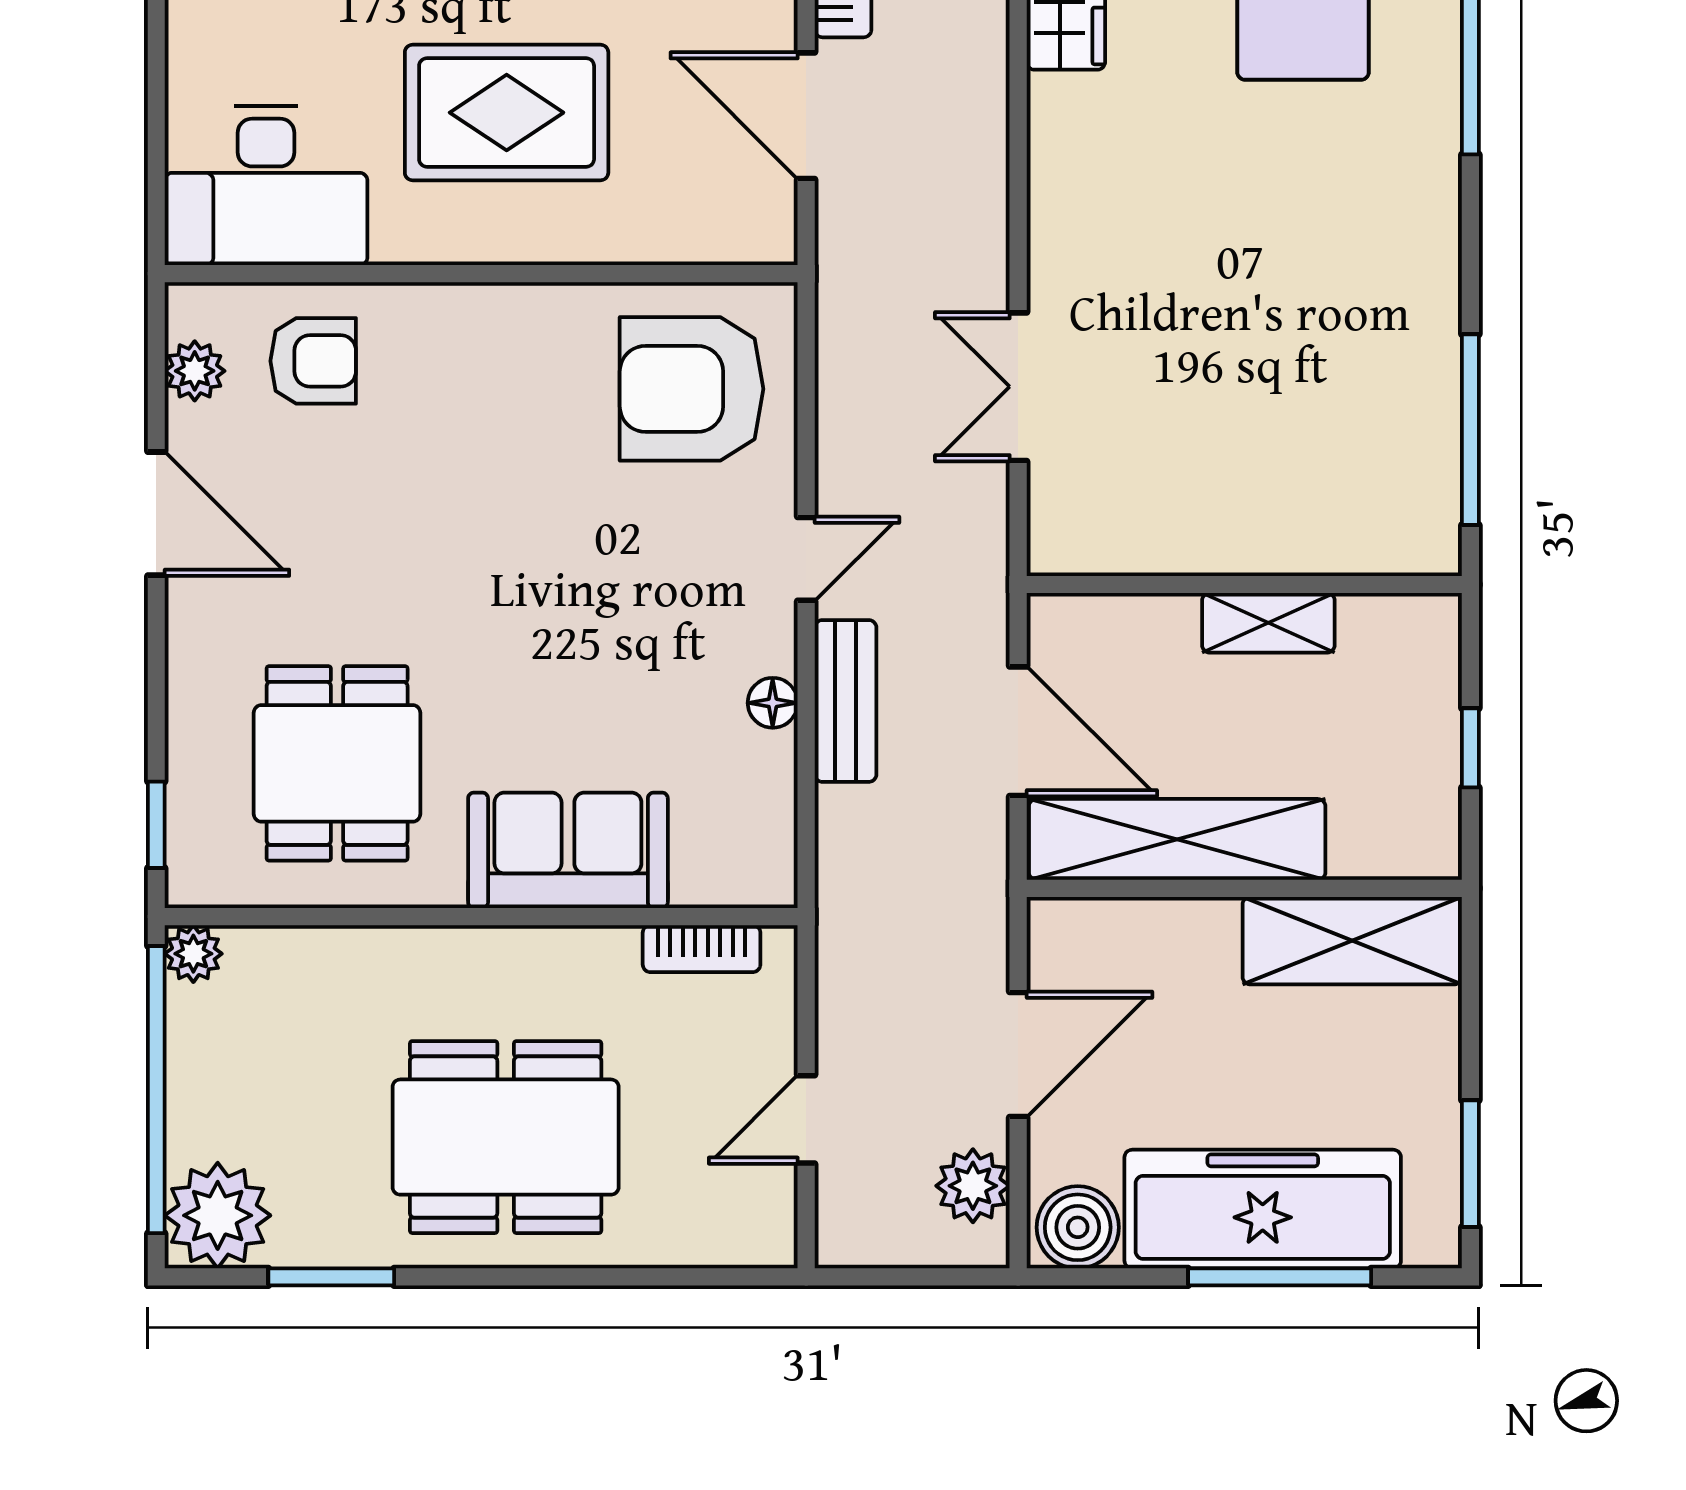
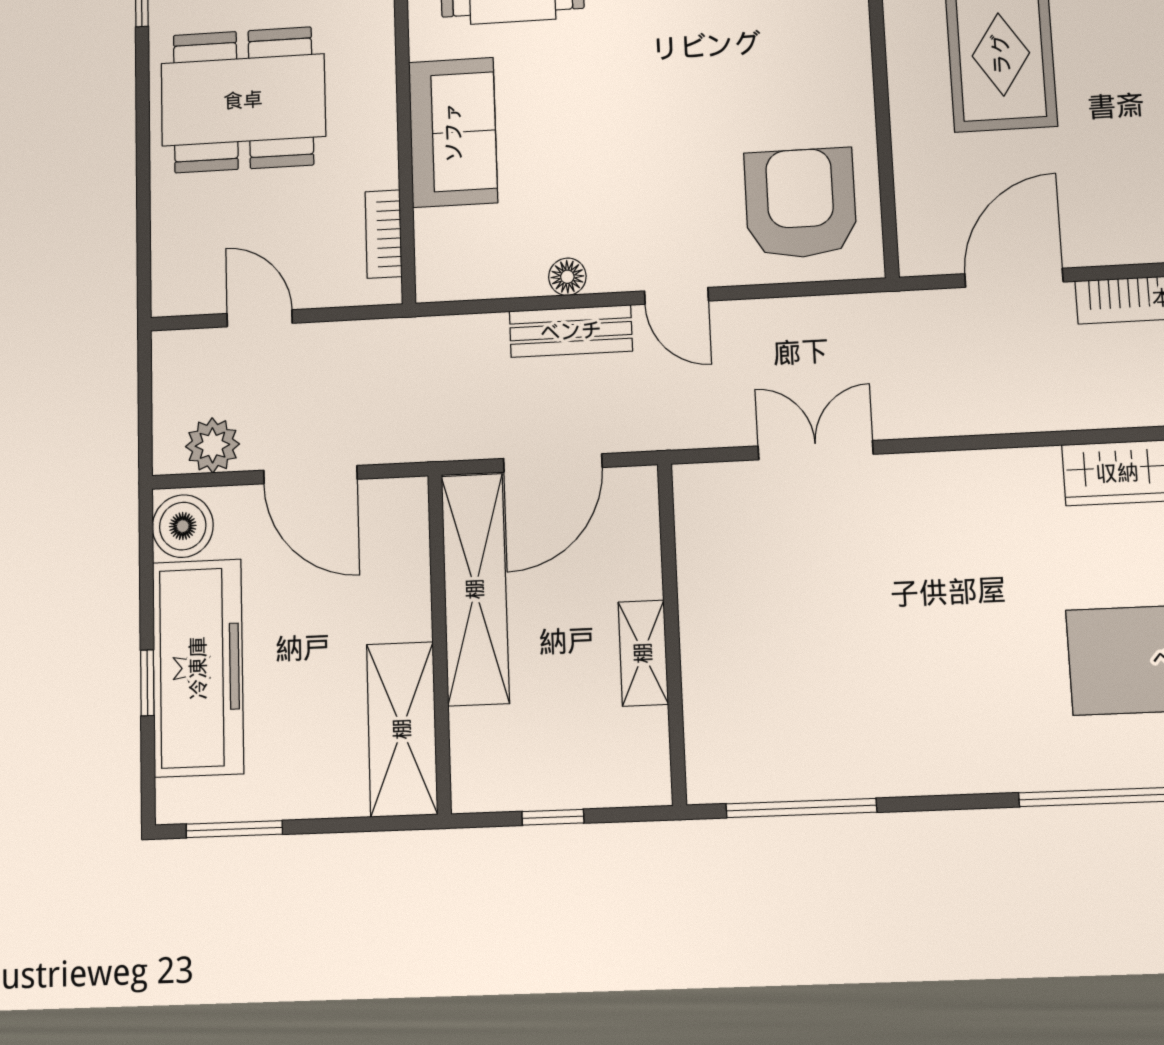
dining table: (506, 1137) -> (243, 100), turned 90
window: (1280, 1277) -> (147, 683), width x0.46

